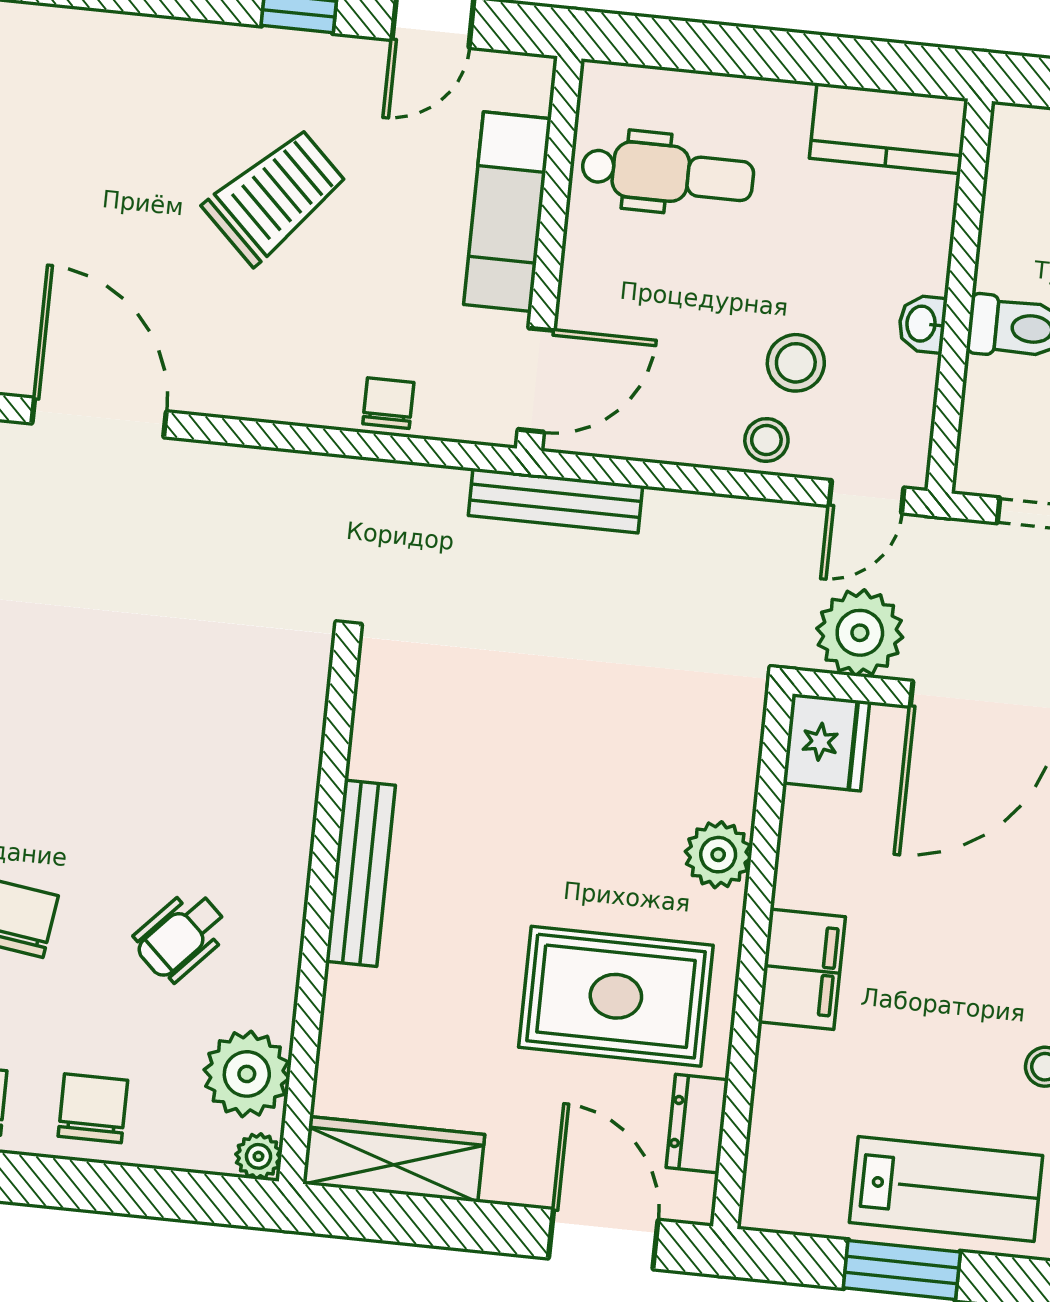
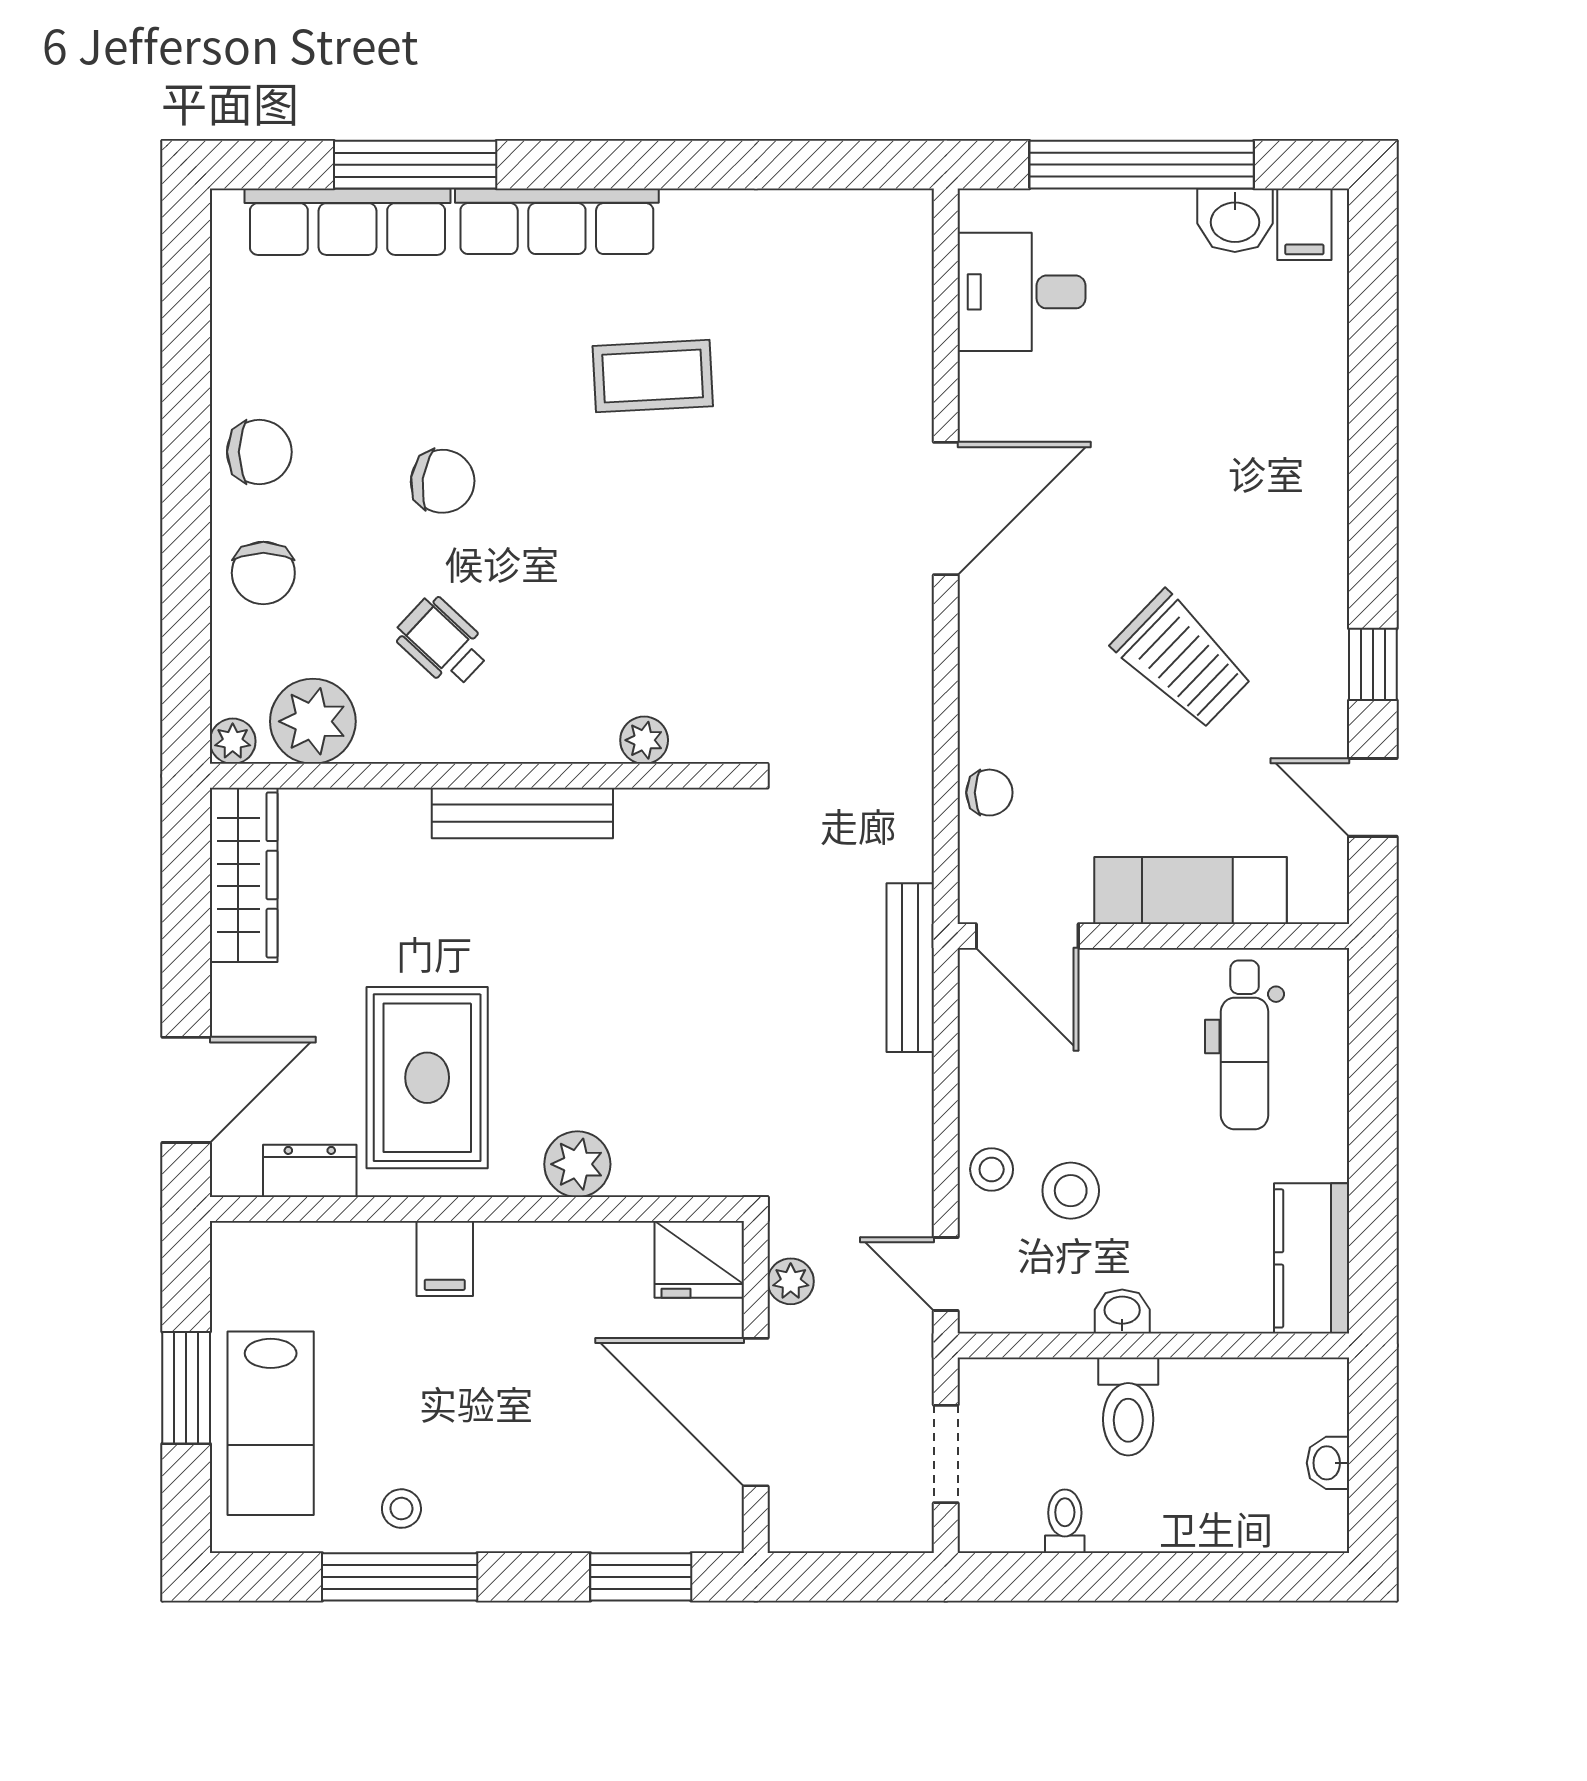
plant: (860, 633) -> (791, 1281), width x0.53, depth x0.53
plant: (300, 744) -> (644, 740), added
filing cabinet: (802, 969) -> (445, 1258), width x0.50
chair: (93, 1108) -> (263, 573), turned 90

